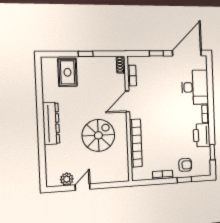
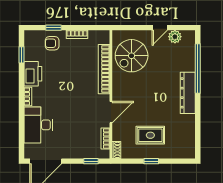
window: (156, 53) -> (91, 161), moved
rug: (67, 72) -> (150, 135), moved, turned 90
spiral stairs: (98, 135) -> (132, 56), moved
window: (42, 149) -> (198, 69), added

